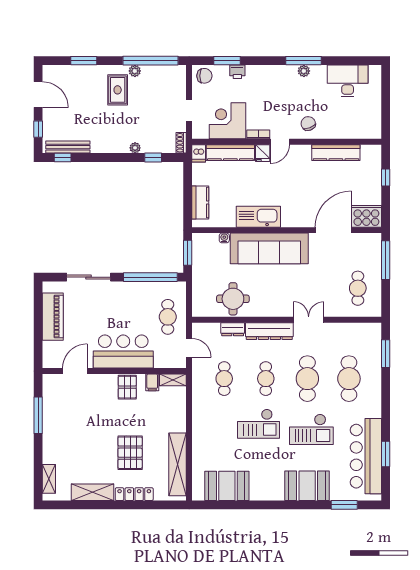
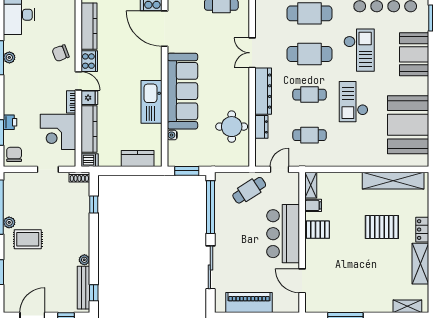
plant: (135, 148) -> (84, 260), moved
cooker: (300, 153) -> (89, 61), added
cafe table: (168, 317) -> (249, 190), turned -33
checkout: (259, 424) -> (354, 102), turned 180
booth: (227, 486) -> (408, 125), width x1.36, depth x1.42
locker: (134, 494) -> (422, 230), width x0.66

